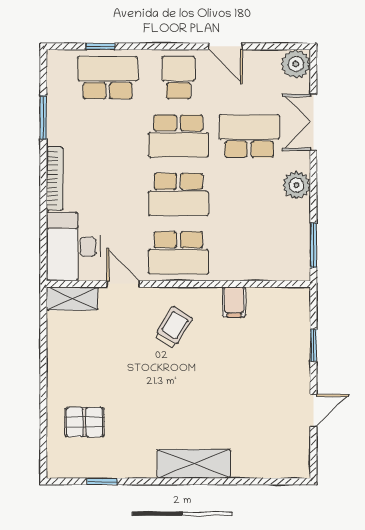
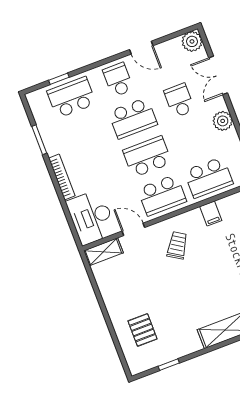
school desk: (249, 136) -> (179, 100), width x0.54
school desk: (178, 194) -> (147, 157), turned 180
school desk: (249, 253) -> (208, 177), added
pallet: (85, 422) -> (142, 330), turned 90

